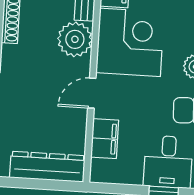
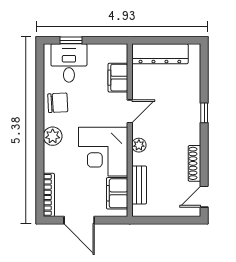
plant: (75, 39) -> (139, 145), width x0.53, depth x0.53

